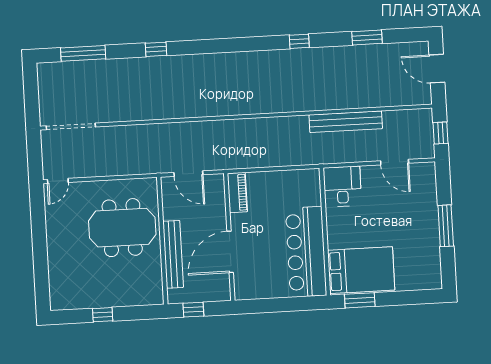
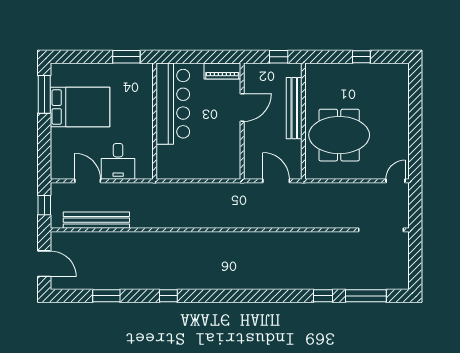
window: (156, 49) -> (323, 296), moved
bench: (346, 122) -> (96, 220), moved
desk: (342, 186) -> (118, 161), moved
piano: (237, 193) -> (222, 71), moved, turned -90
window: (446, 226) -> (44, 94), moved
door: (230, 252) -> (242, 107), width x0.73
bed: (361, 270) -> (80, 107), moved, turned 180

